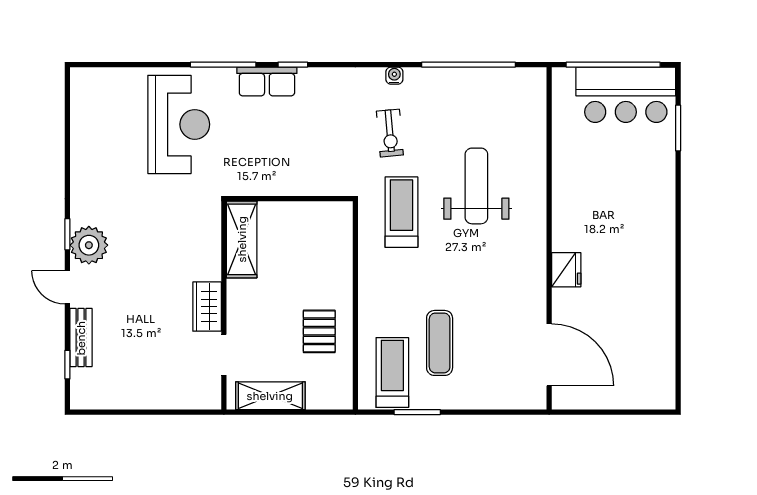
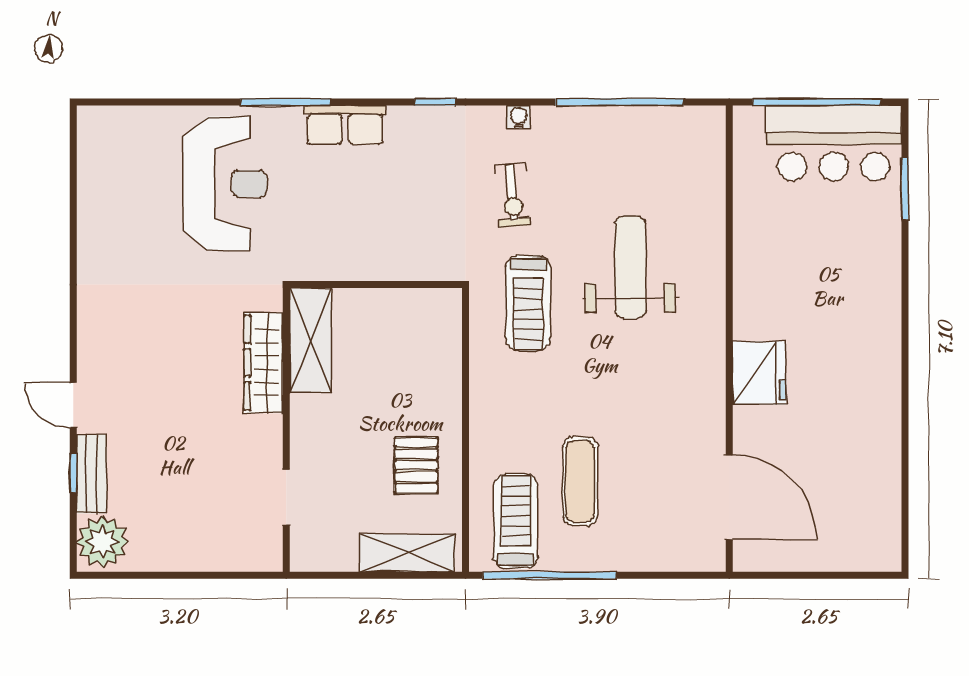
window: (293, 65) -> (435, 102), moved
treadmill: (401, 212) -> (528, 303), turned 180
window: (67, 234) -> (73, 333), removed
plant: (89, 245) -> (102, 542), moved
fridge: (566, 270) -> (759, 373), width x1.36, depth x1.34
wardrobe: (207, 307) -> (263, 363), moved, width x1.50
window: (67, 365) -> (73, 473), moved
shelving: (270, 396) -> (407, 553), moved
window: (417, 412) -> (550, 575), width x2.11

